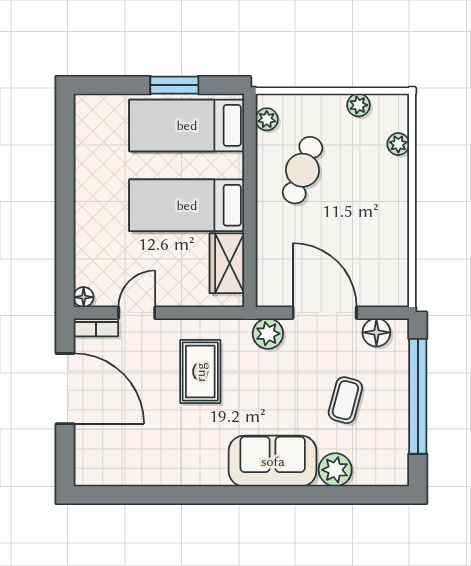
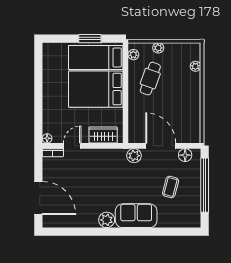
plant: (358, 105) -> (158, 48), moved
bed: (187, 205) -> (96, 89), width x1.50
wardrobe: (227, 263) -> (103, 135), moved, turned 90
rug: (200, 372) -> (102, 174), removed
door: (65, 389) -> (38, 198), moved
plant: (335, 470) -> (107, 220), moved

